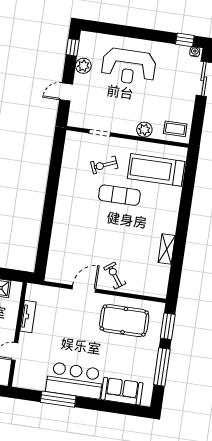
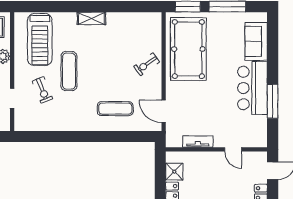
exercise mat: (74, 237) -> (115, 109), added
shelving: (167, 249) -> (91, 18), moved
door: (84, 289) -> (164, 111), moved
pool table: (124, 321) -> (188, 49), width x1.36, depth x1.32

